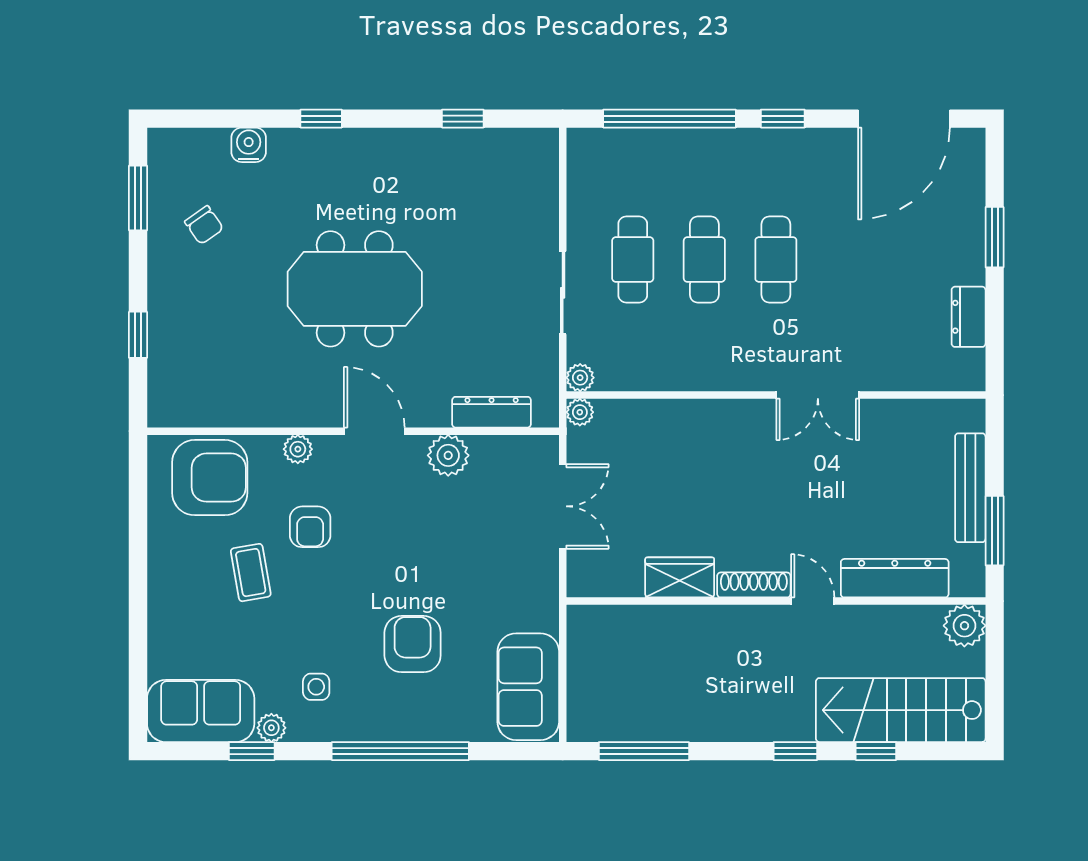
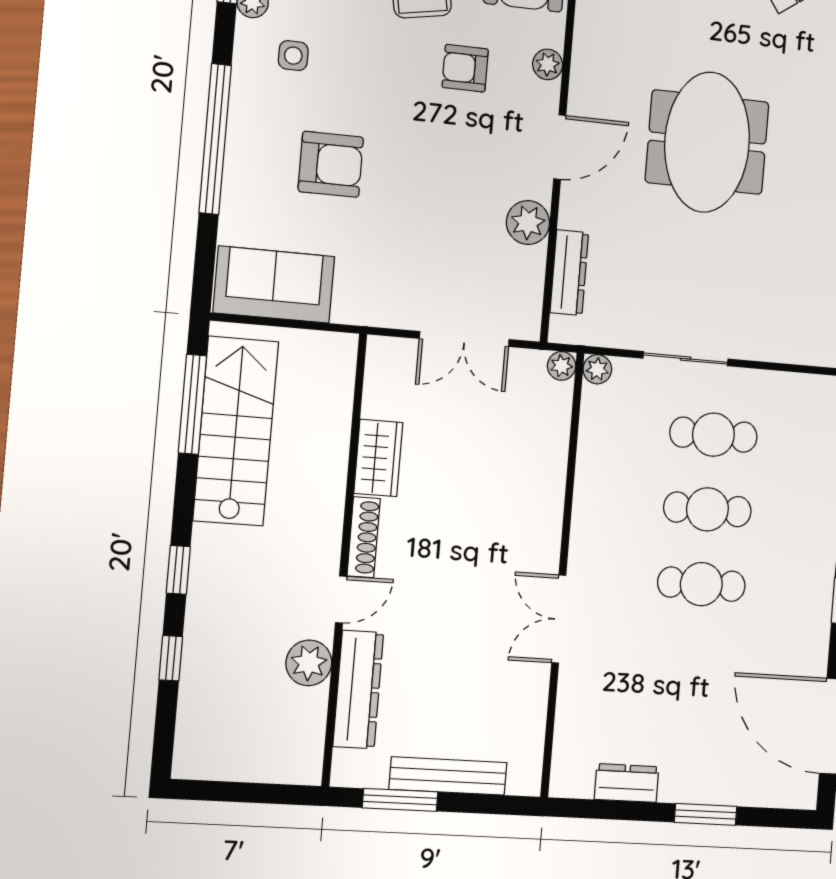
plant: (964, 626) -> (309, 663), moved
stairs: (901, 710) -> (236, 431), moved

